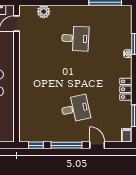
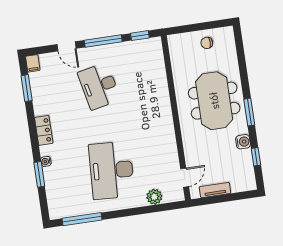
desk: (75, 38) -> (112, 170), width x1.87, depth x1.30
locker: (126, 89) -> (44, 130), moved
desk: (75, 109) -> (99, 86), width x1.37

